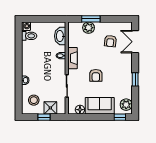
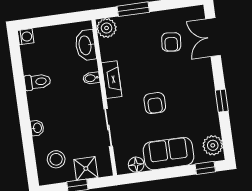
plant: (89, 28) -> (107, 28), moved
toilet: (29, 36) -> (37, 82), moved

